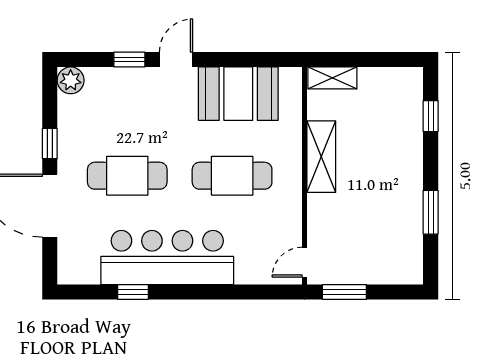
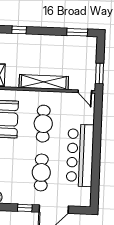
shelving: (321, 157) -> (44, 82), width x1.47
window: (431, 212) -> (77, 32), moved
window: (133, 292) -> (96, 172), removed

